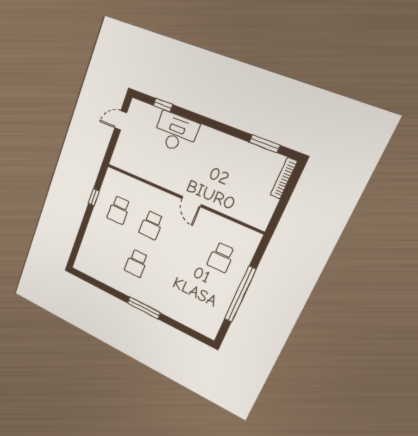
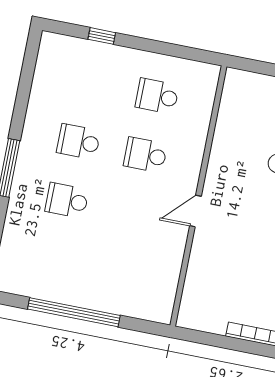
window: (94, 197) -> (102, 36), moved
school desk: (221, 257) -> (67, 200), moved

